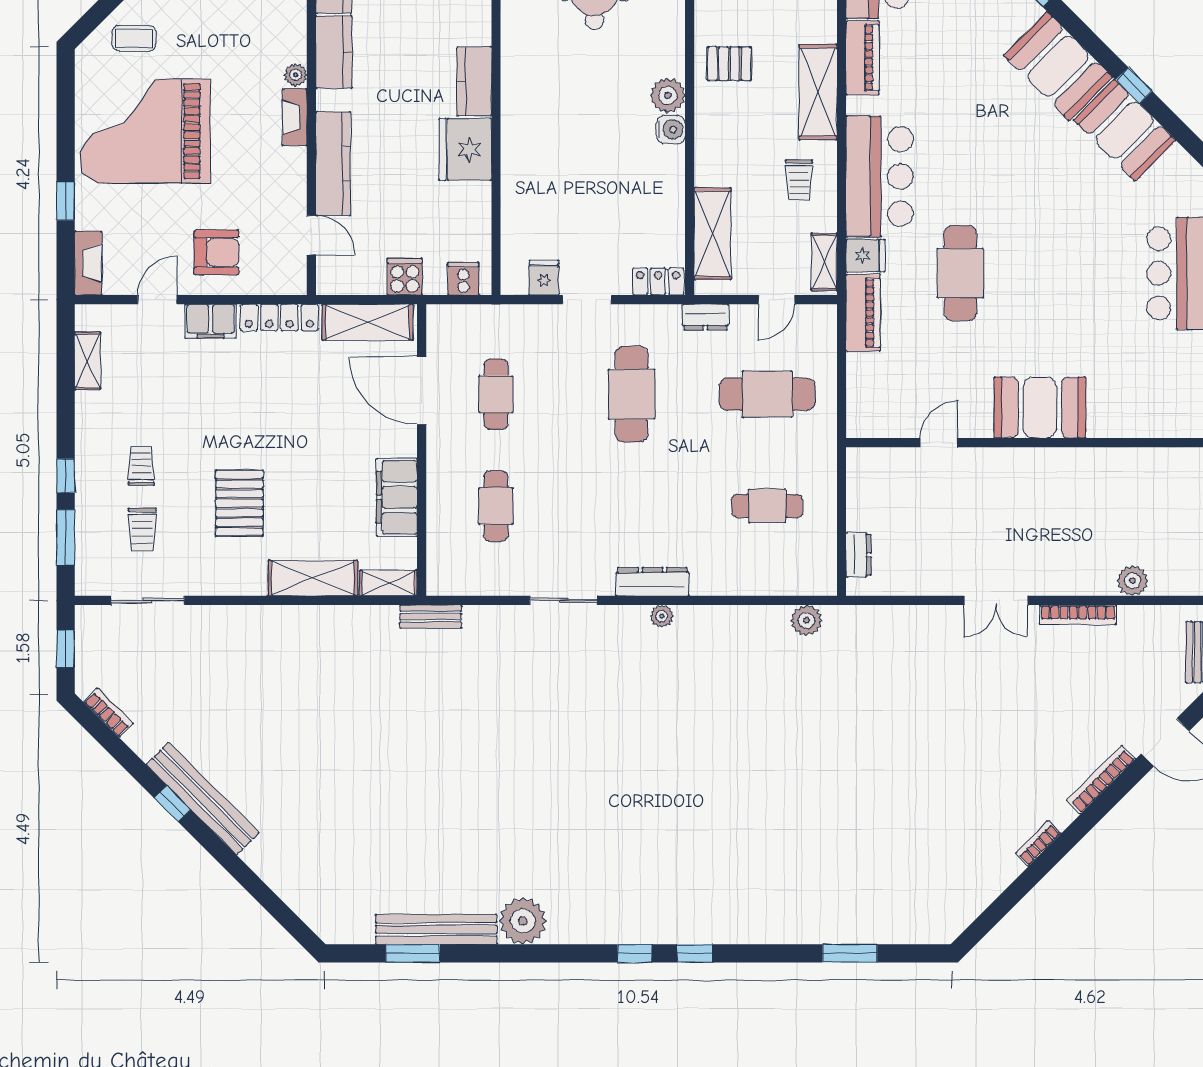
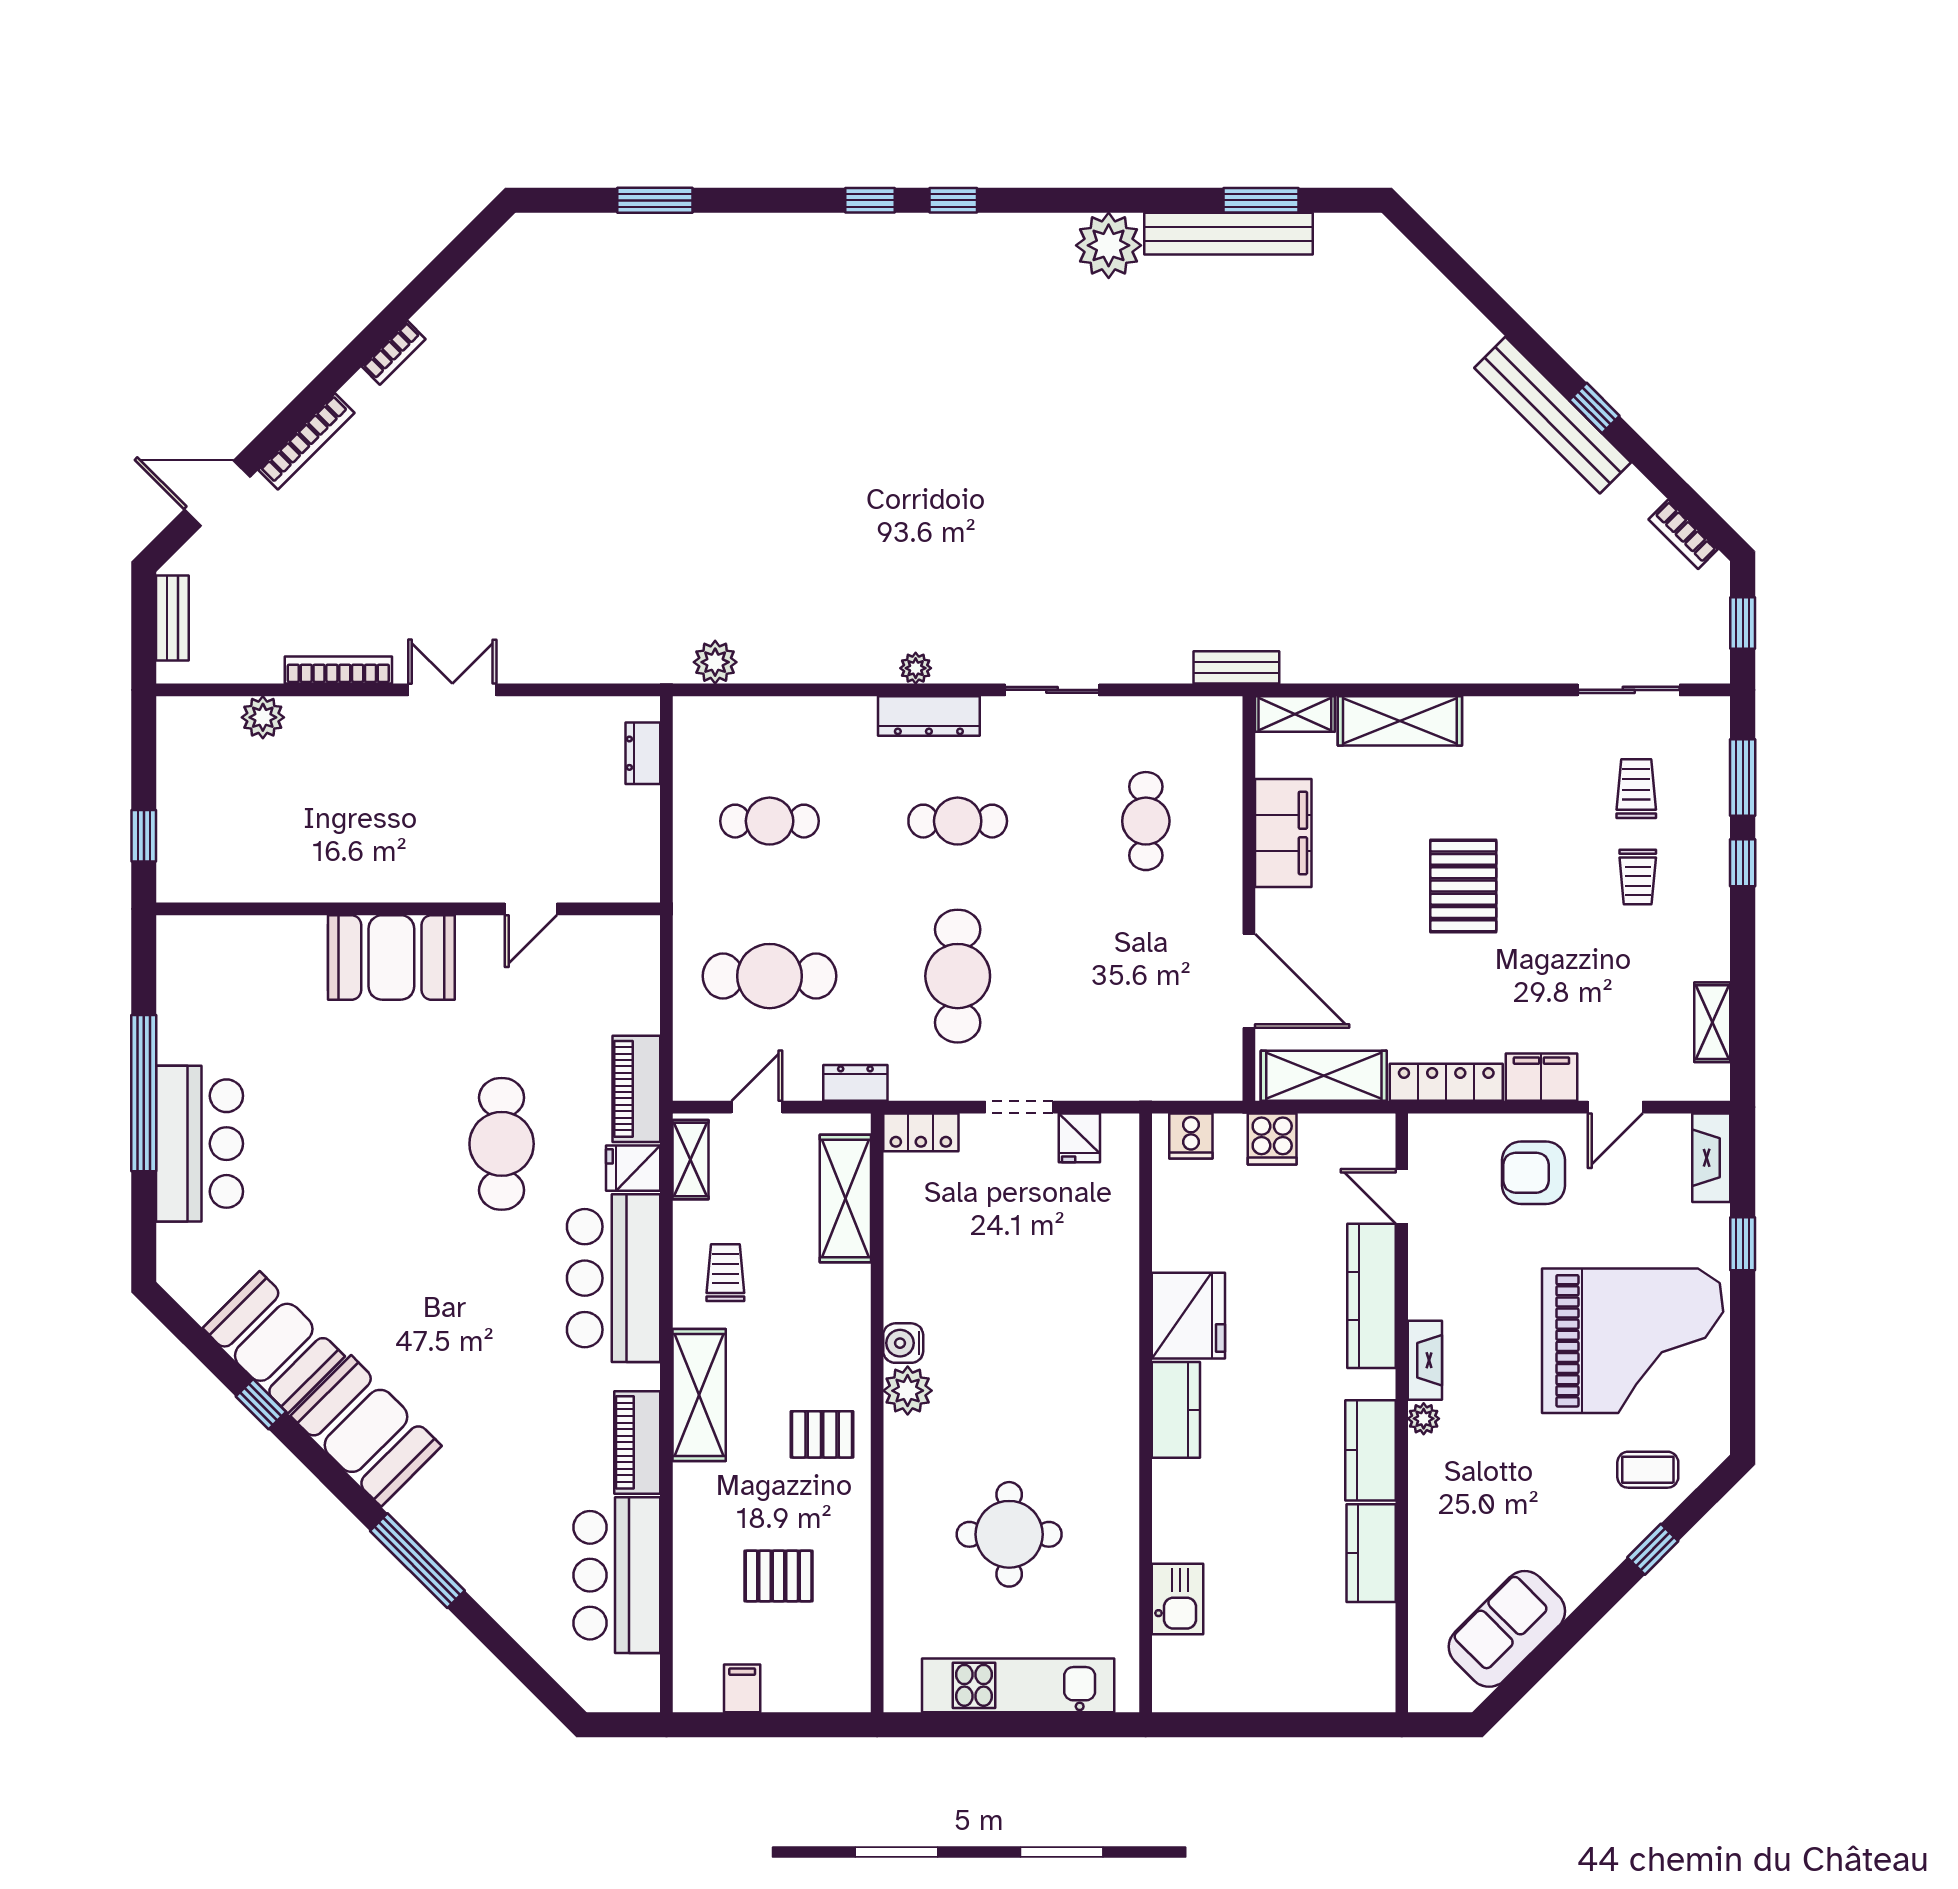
cafe table: (496, 394) -> (958, 821), moved, turned 90
pallet: (239, 503) -> (1463, 886), moved

